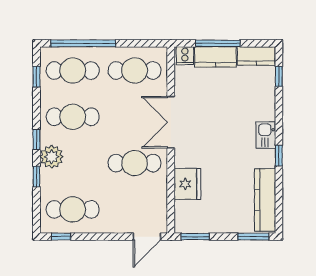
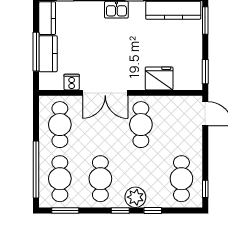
cooker: (185, 56) -> (72, 82), moved, turned -90
window: (36, 77) -> (65, 210), width x1.50

